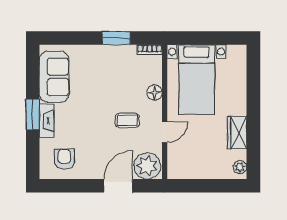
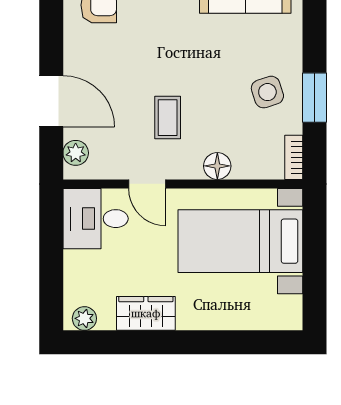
side table: (113, 64) -> (267, 92), added
desk: (184, 161) -> (96, 219), added
plant: (147, 166) -> (76, 153), width x0.53, depth x0.53

